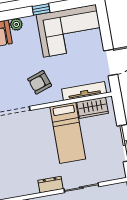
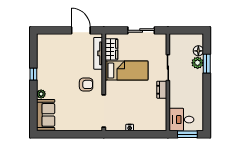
corner sofa: (70, 31) -> (53, 56), removed
armchair: (40, 82) -> (86, 84), turned -71

